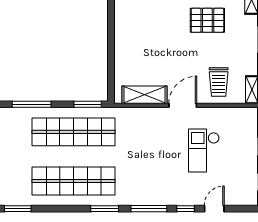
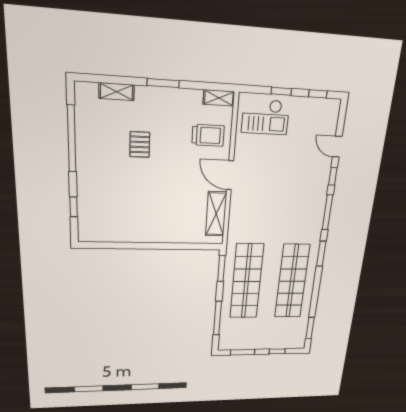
pallet: (207, 20) -> (140, 144), width x0.67, depth x0.71
checkout: (204, 150) -> (265, 117), moved

